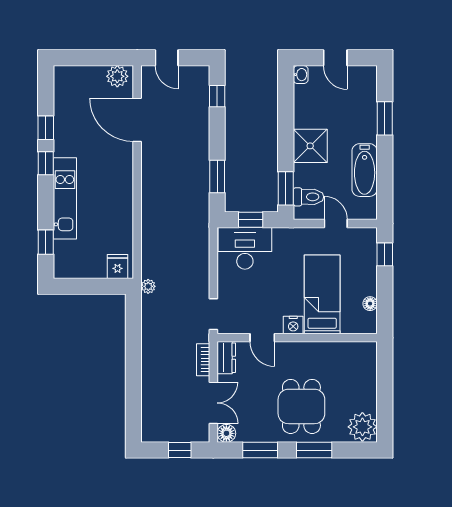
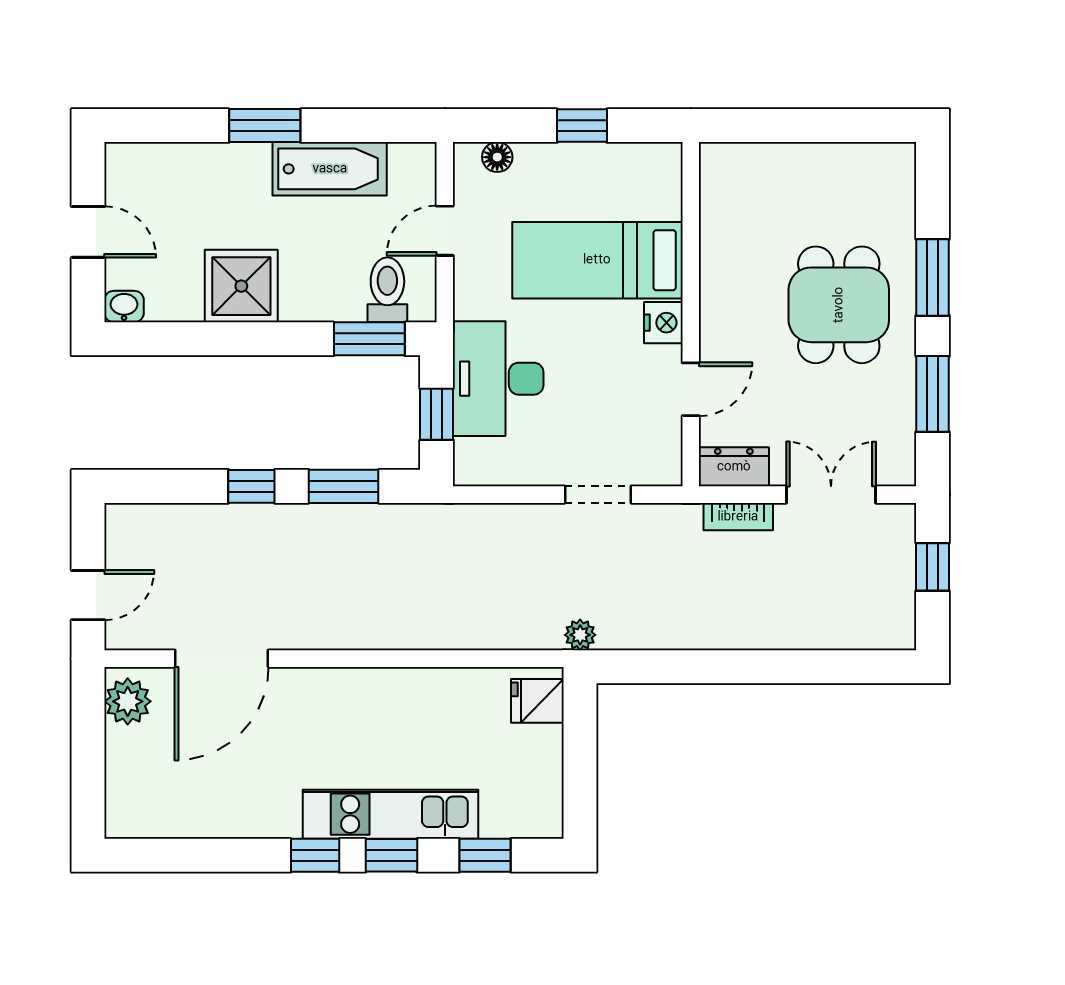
door: (335, 58) -> (88, 232), hinge flipped
window: (217, 96) -> (251, 486), moved
window: (385, 118) -> (265, 126), moved
window: (46, 128) -> (391, 855), moved
shower: (310, 146) -> (241, 286), moved
desk: (245, 248) -> (498, 379), moved
window: (385, 254) -> (582, 126), moved
floor lamp: (370, 304) -> (497, 157), moved
doorway: (213, 314) -> (598, 495), moved
dining table: (301, 406) -> (839, 305), turned 90
plant: (362, 427) -> (883, 173), removed
floor lamp: (226, 433) -> (897, 466), removed

